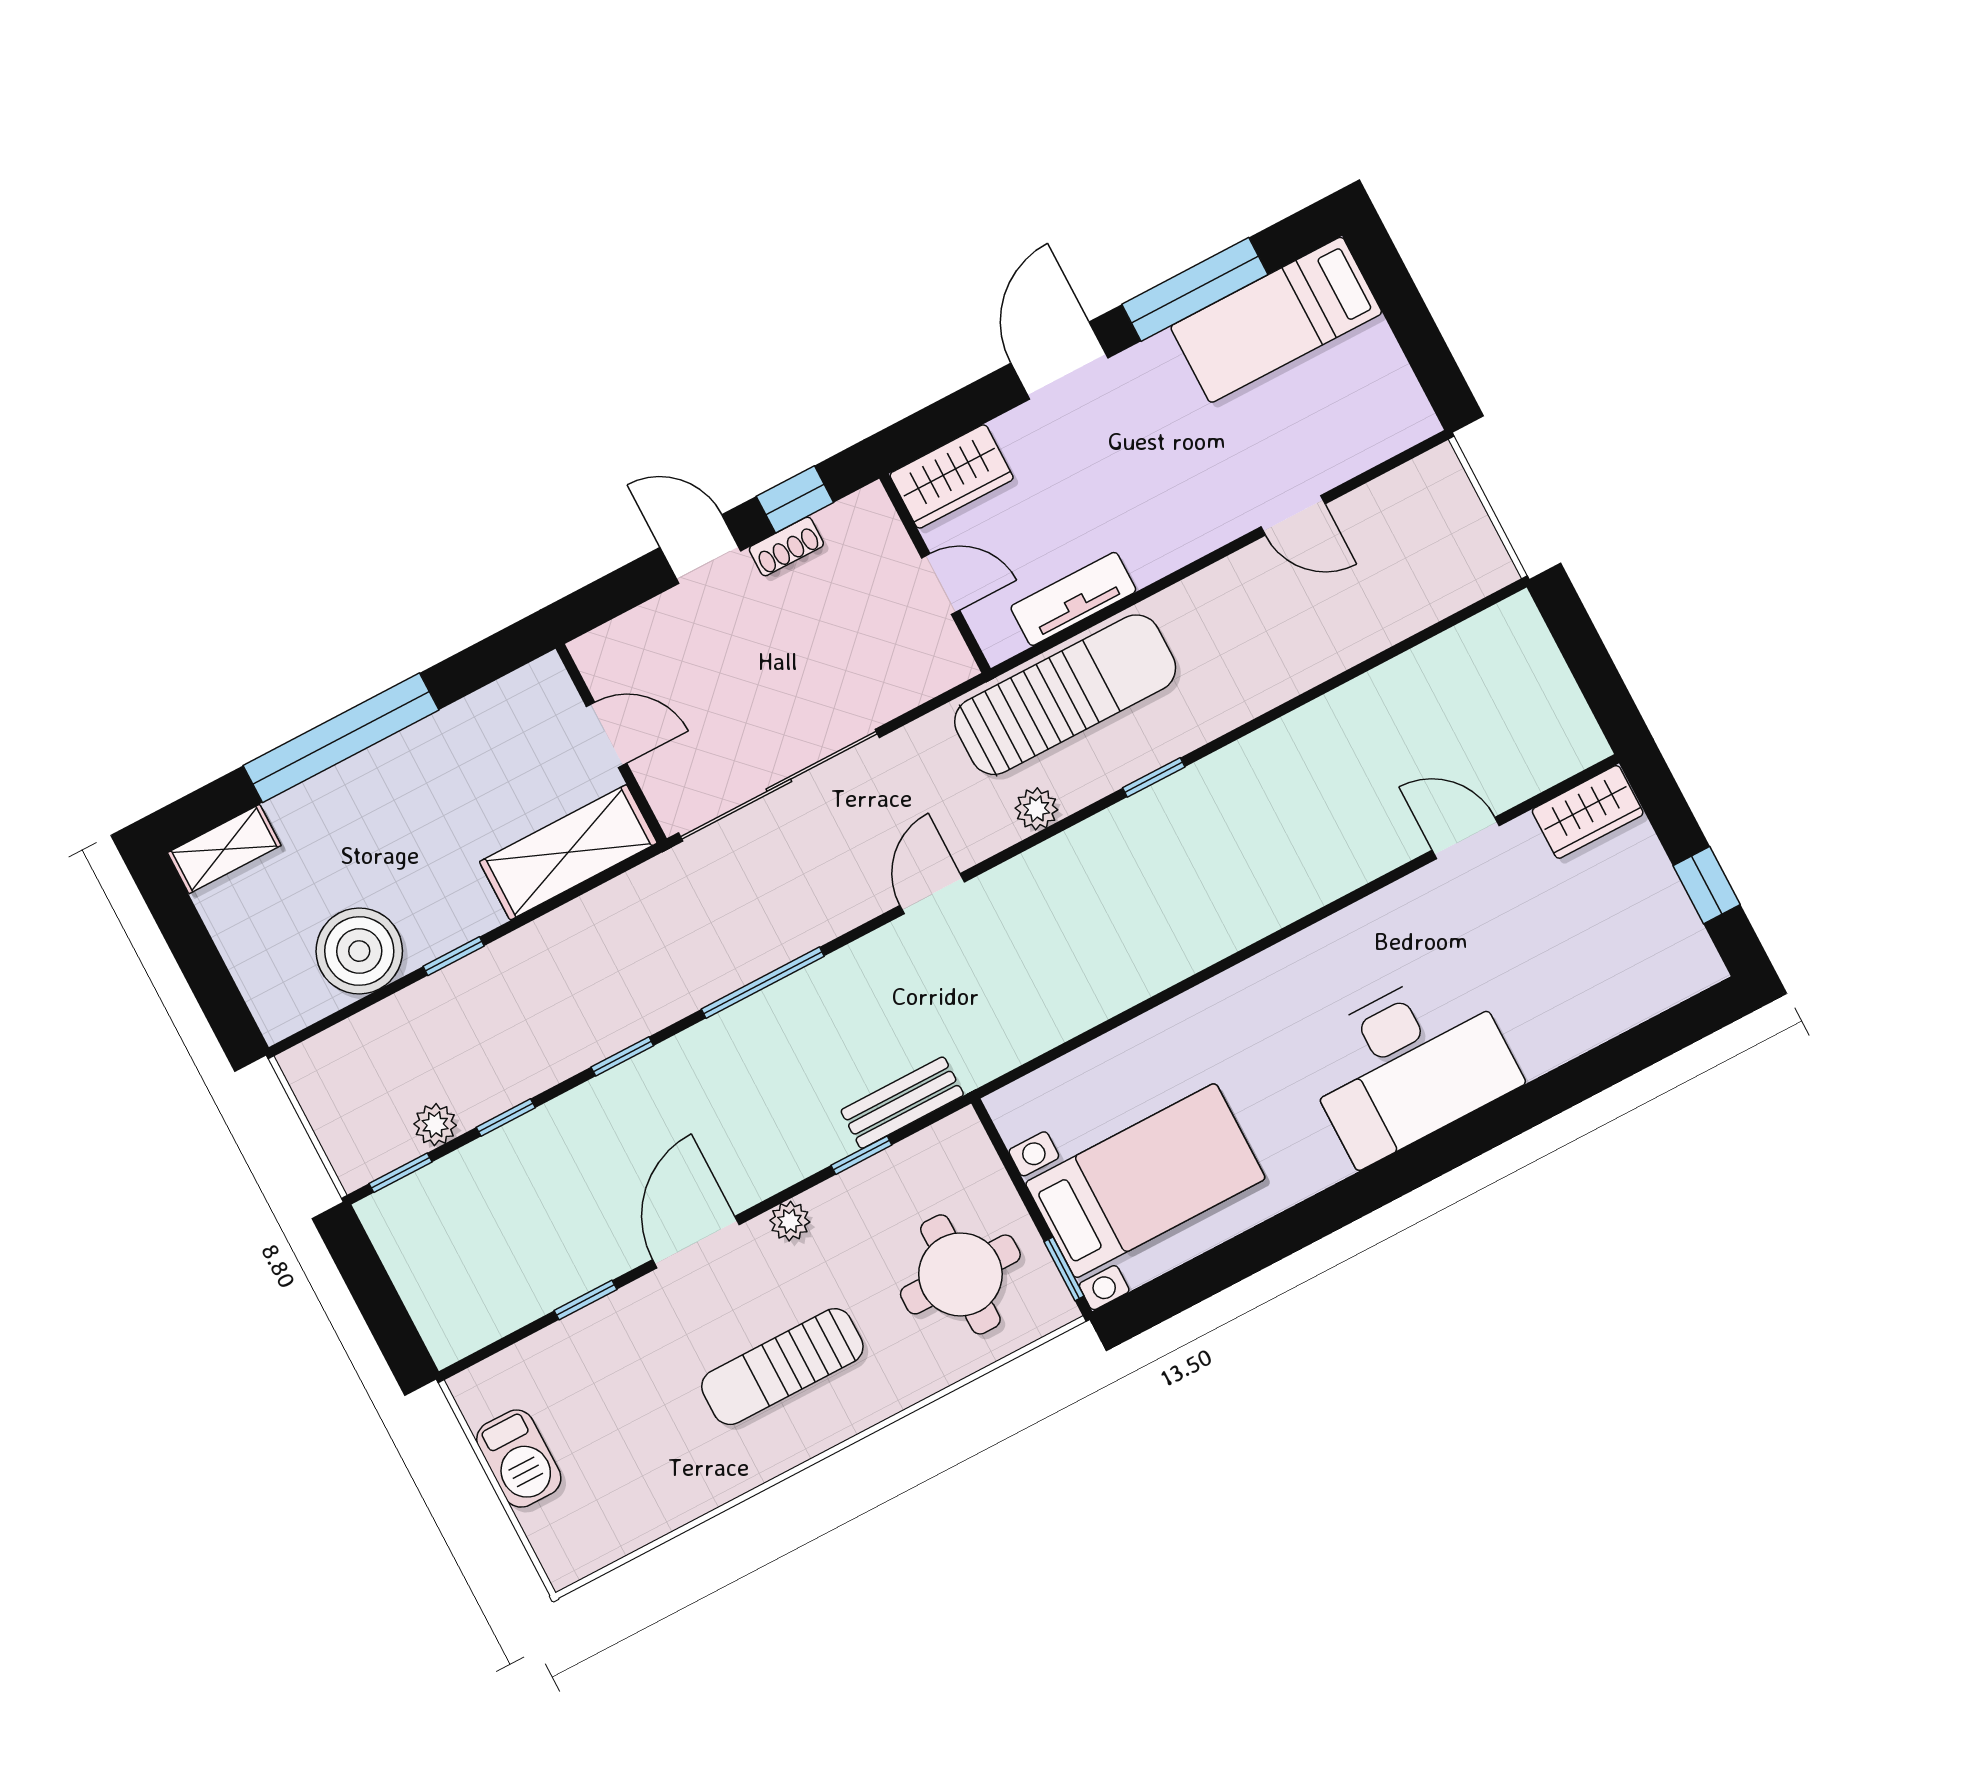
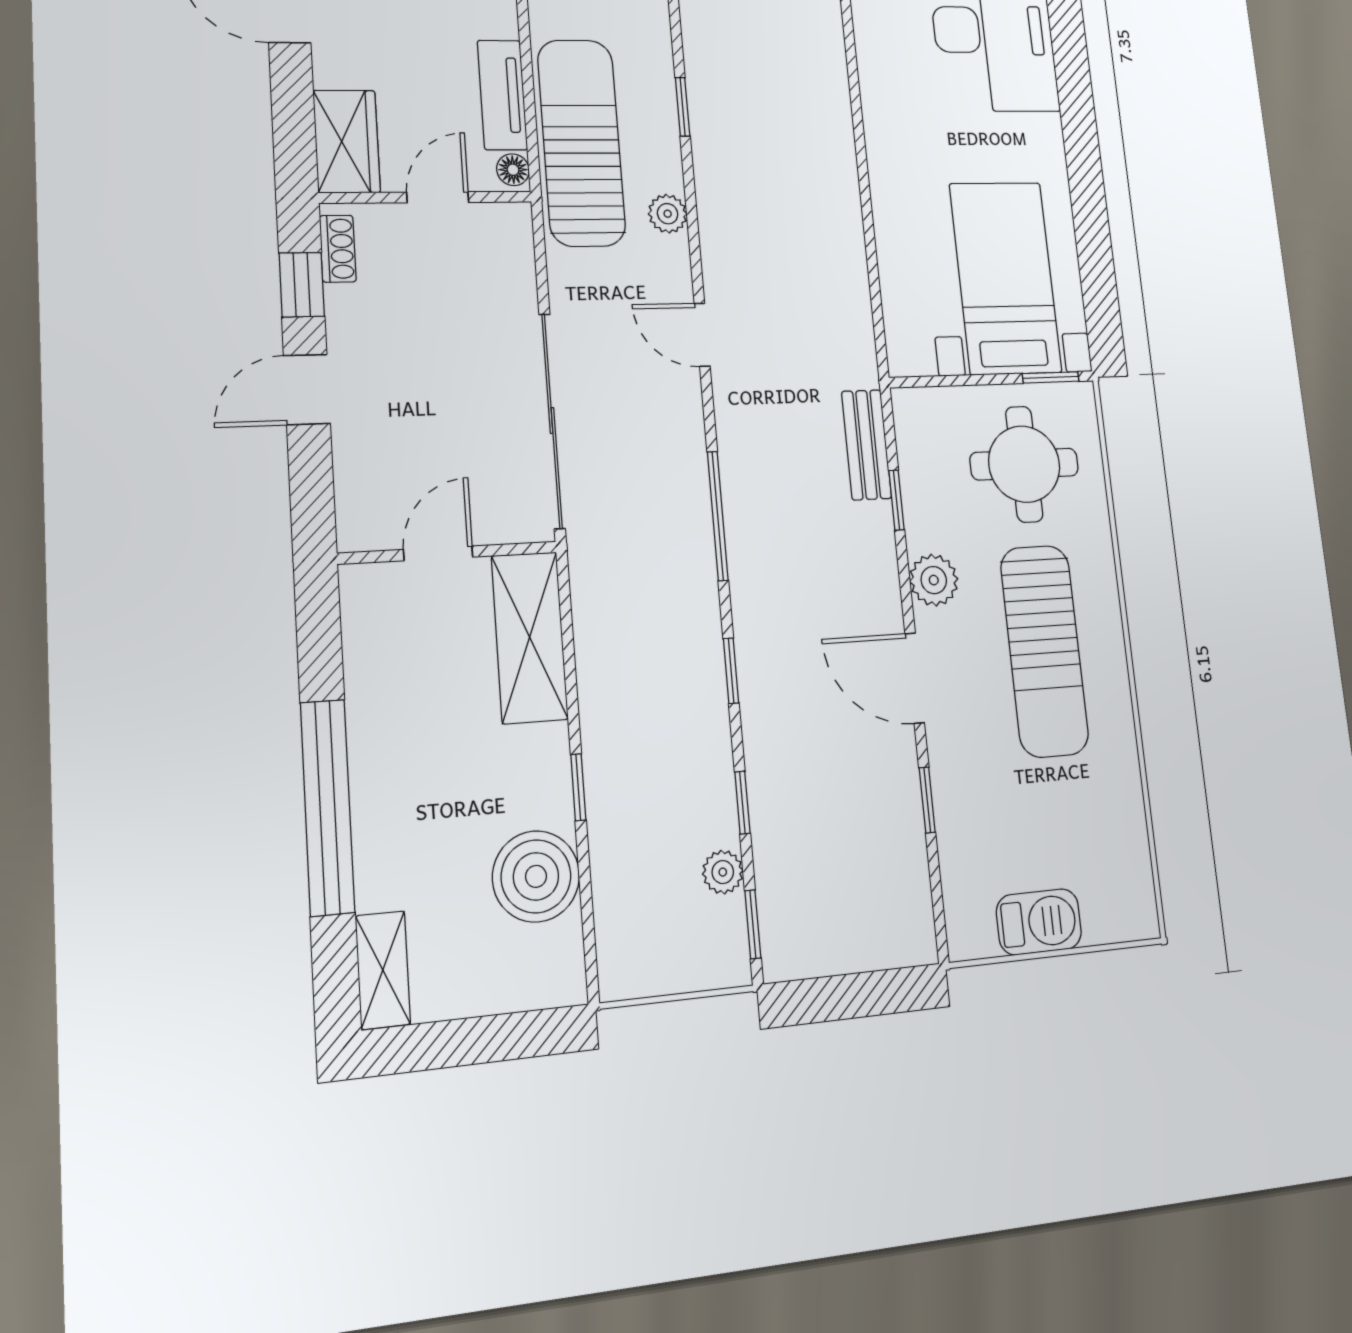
shoe rack: (786, 546) -> (338, 249), moved
floor lamp: (1004, 642) -> (513, 170), added
plant: (790, 1221) -> (934, 580), width x1.38, depth x1.38
sun lounger: (782, 1367) -> (1044, 651), width x1.36, depth x1.34

